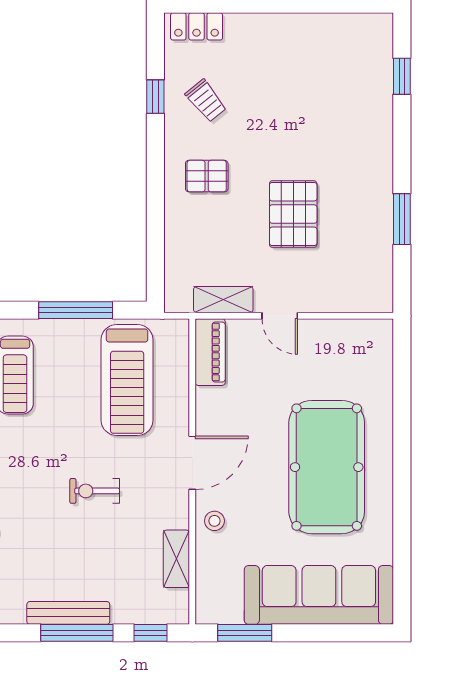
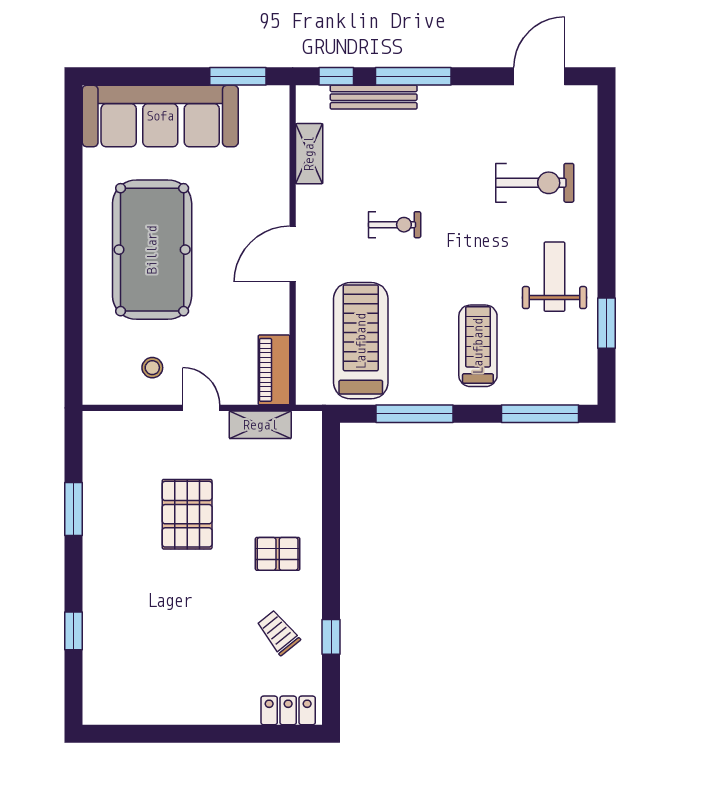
window: (402, 76) -> (73, 631), moved
stool: (214, 521) -> (152, 368), moved
bench: (68, 613) -> (374, 97), moved

